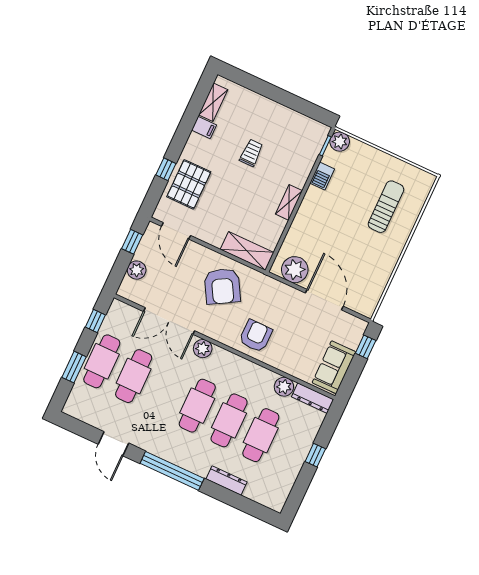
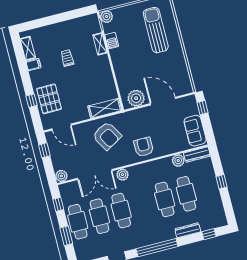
shelving: (289, 202) -> (100, 44), moved
sun lounger: (386, 207) -> (156, 30), width x1.36, depth x1.34
plant: (137, 270) -> (61, 176), moved
cafe table: (197, 406) -> (121, 211), moved
window: (248, 506) -> (209, 234), added

